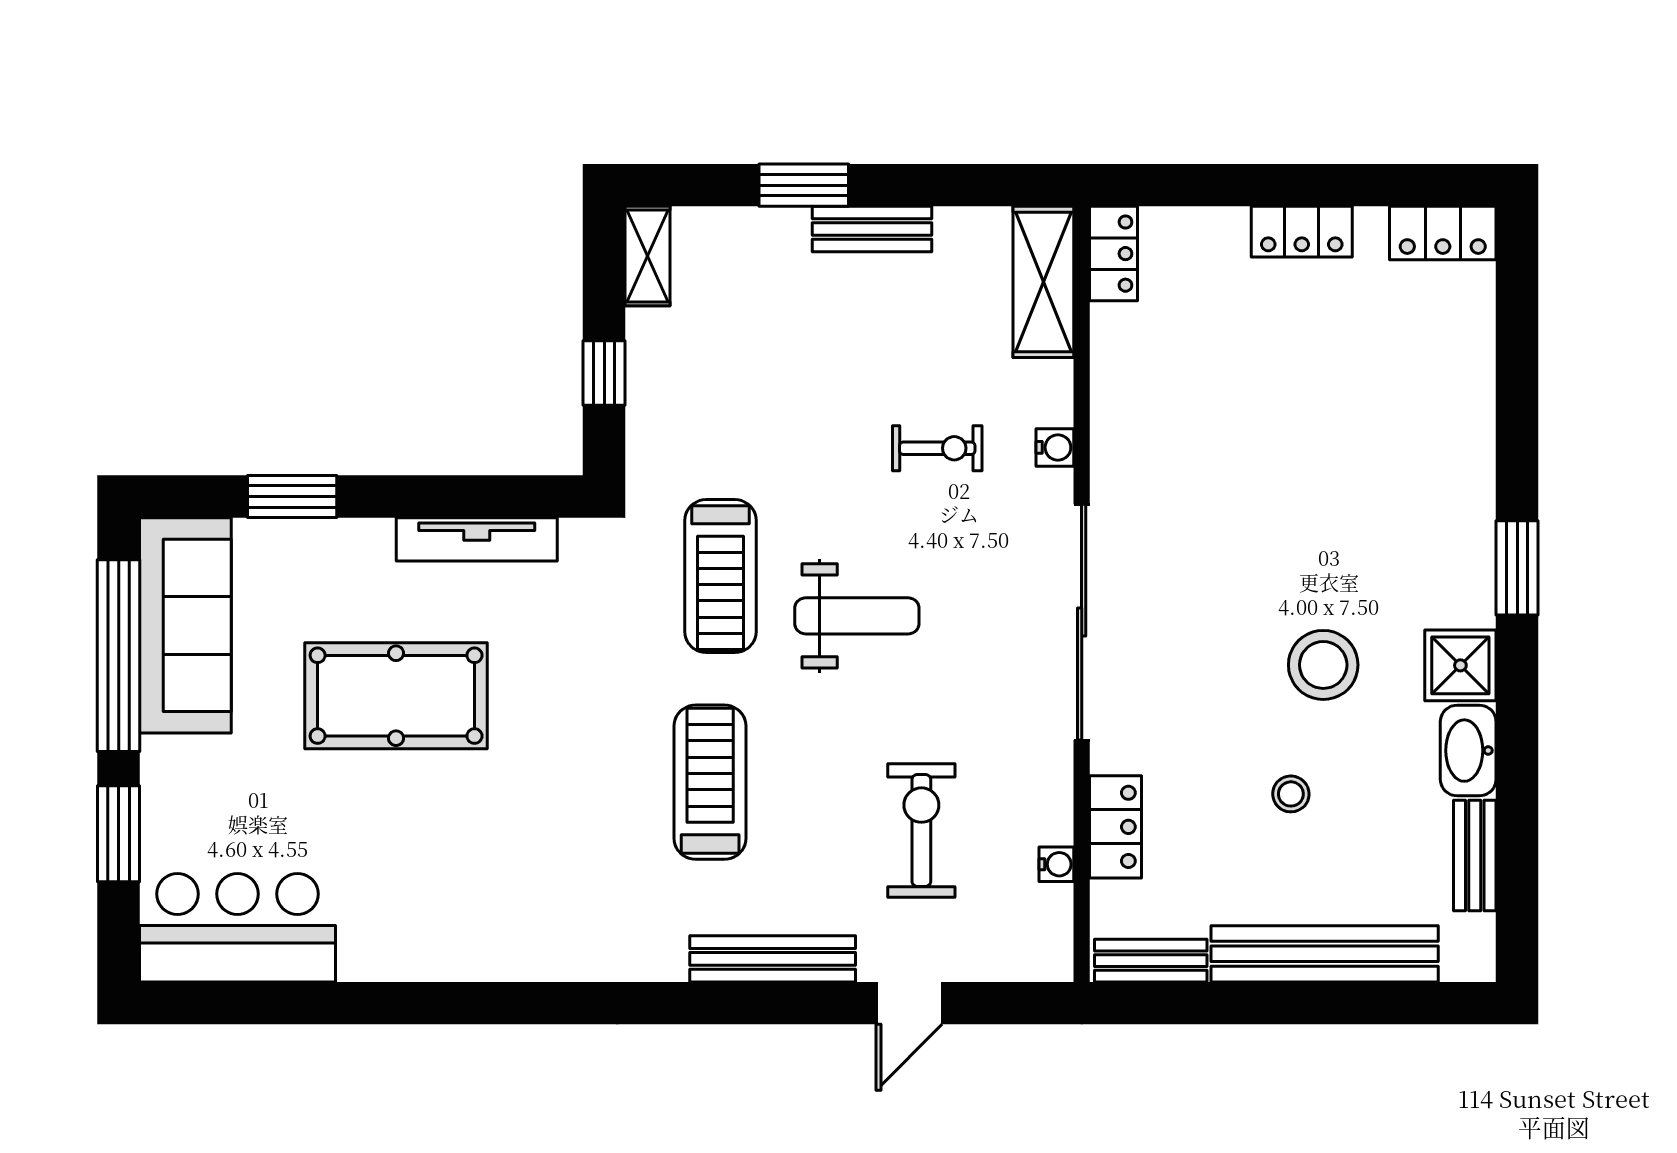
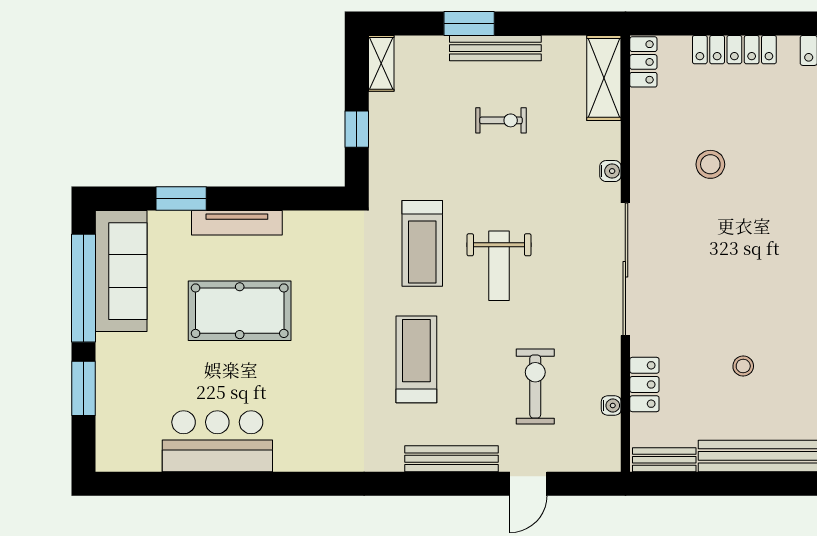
bench: (872, 229) -> (495, 48), width x1.36
locker: (1302, 232) -> (734, 50), width x1.53
exercise bike: (937, 448) -> (501, 120), moved
tv unit: (477, 539) -> (237, 223), moved
weight bench: (857, 616) -> (499, 266), turned 90
stool: (1323, 665) -> (710, 164), moved, width x0.73, depth x0.73
bar counter: (237, 928) -> (217, 441), moved

